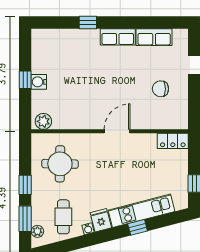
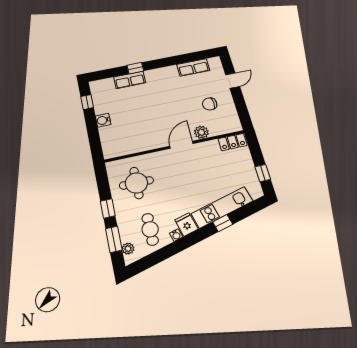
row of seats: (118, 37) -> (130, 80), moved
window: (25, 80) -> (87, 102), moved
plant: (43, 121) -> (201, 132), moved

